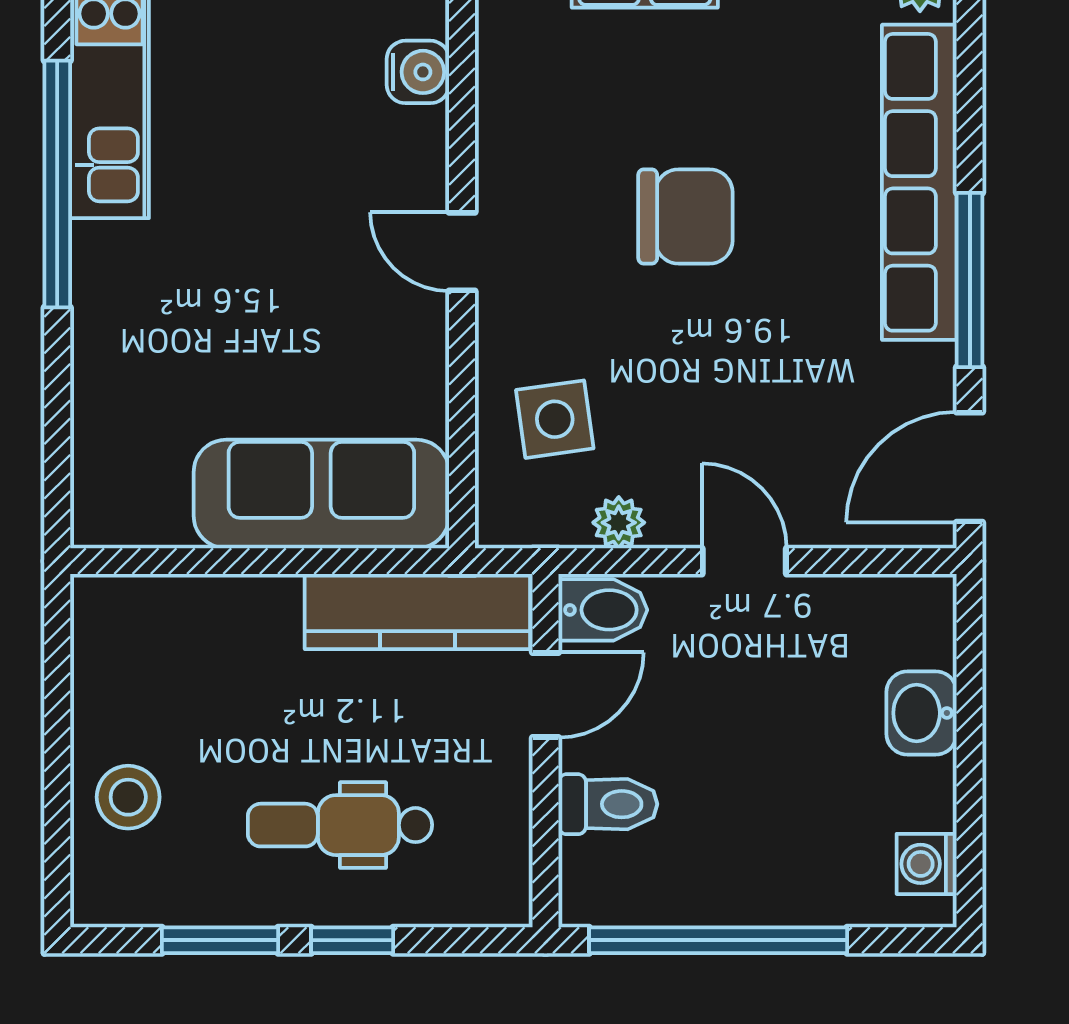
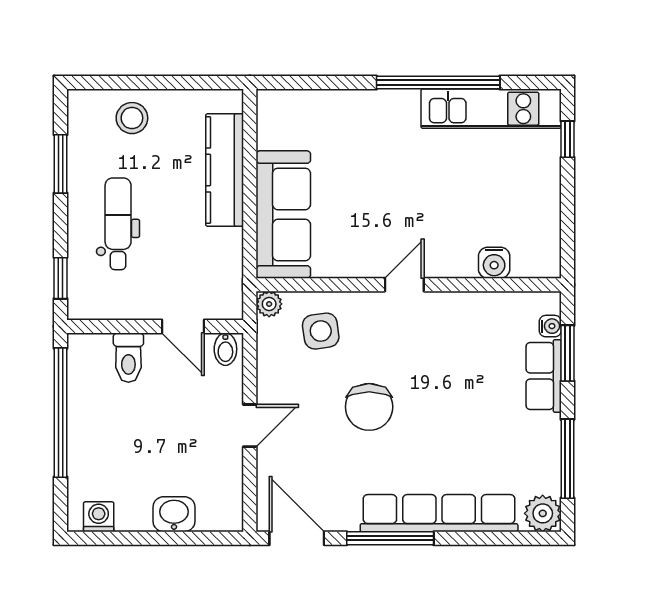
chair: (685, 216) -> (369, 407), moved
plant: (619, 523) -> (269, 304), moved
bidet: (603, 610) -> (225, 349), width x0.72, depth x0.74
kitchen counter: (417, 612) -> (225, 170), moved
window: (352, 940) -> (61, 278), moved

